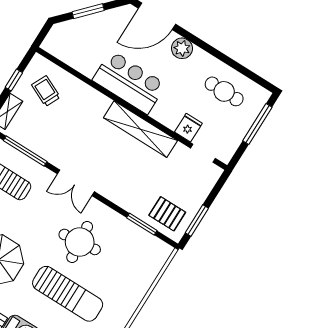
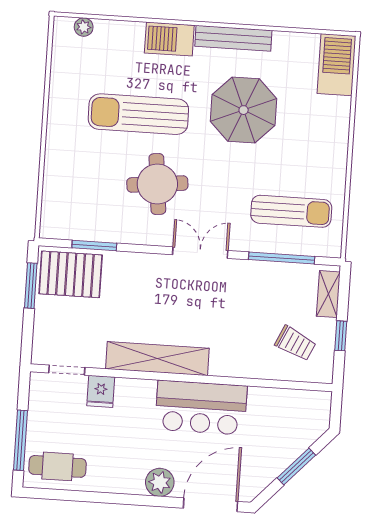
cafe table: (224, 91) -> (57, 466), moved
pallet: (167, 214) -> (71, 274), width x1.50, depth x1.42

